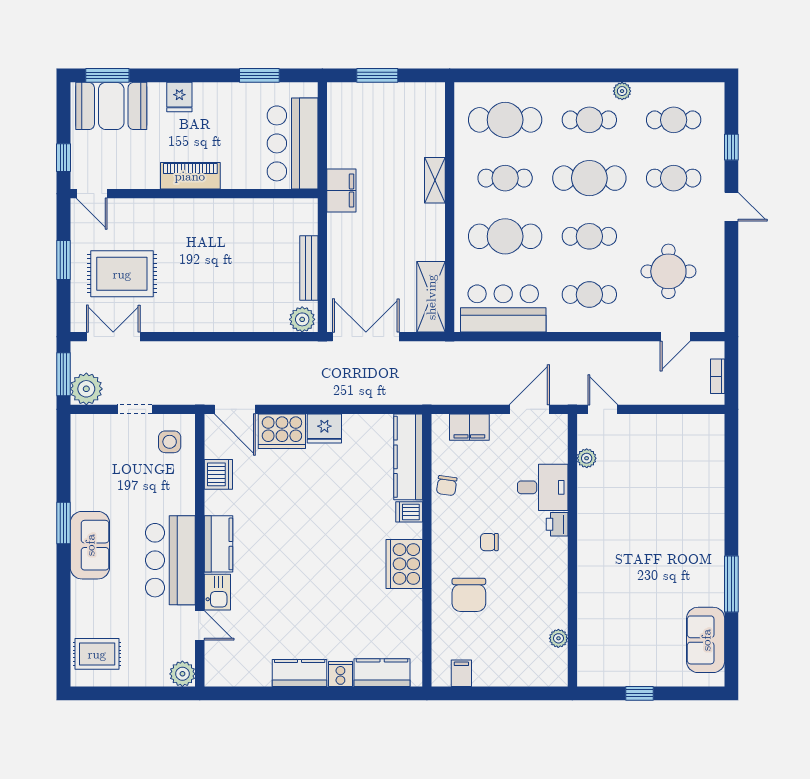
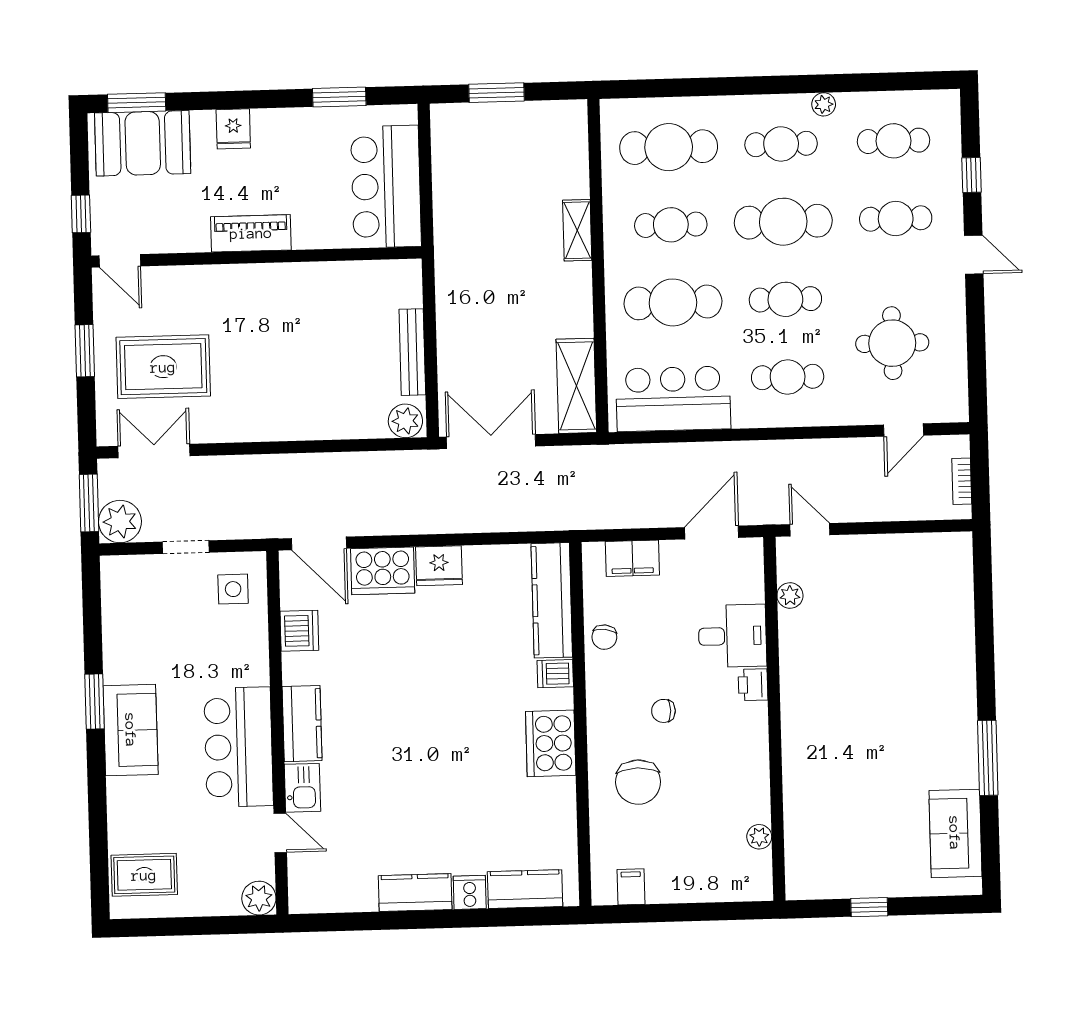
filing cabinet: (341, 190) -> (453, 247), removed

